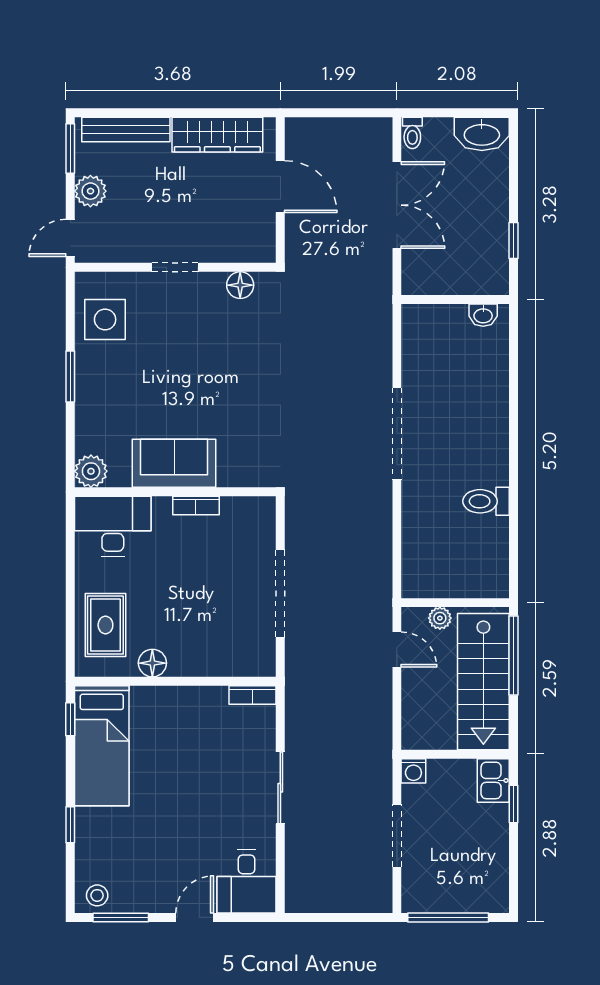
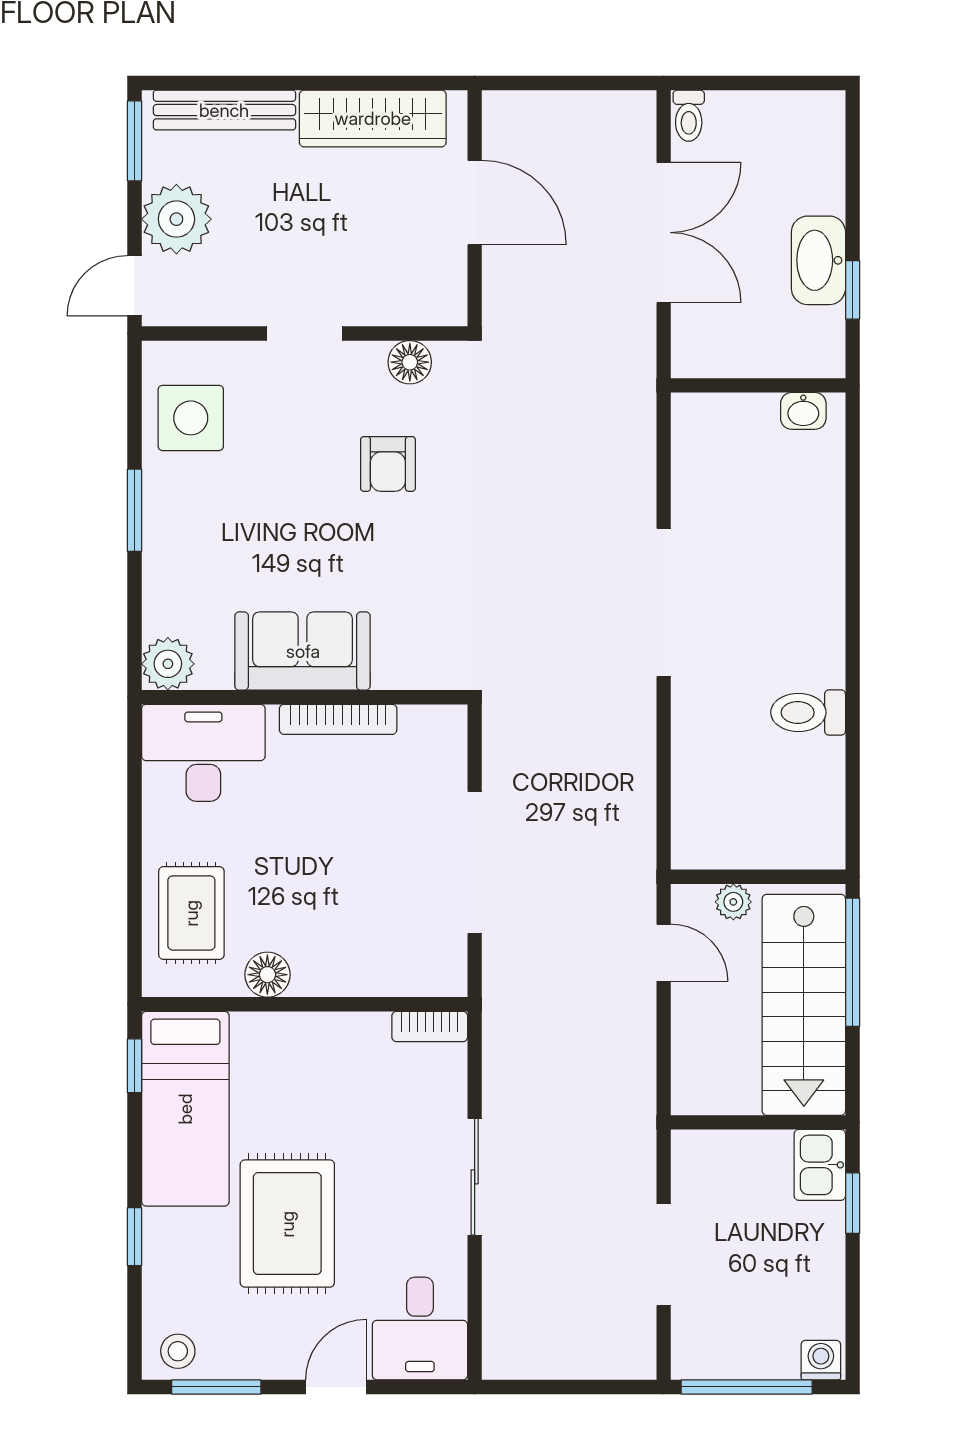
washbasin: (482, 134) -> (818, 260), moved, turned 90
plant: (90, 191) -> (176, 219), width x1.36, depth x1.36
armchair: (227, 348) -> (388, 464), added
bookcase: (196, 505) -> (338, 719), width x1.56
washing machine: (413, 771) -> (821, 1360), moved, turned 180
rug: (165, 817) -> (287, 1224), added

